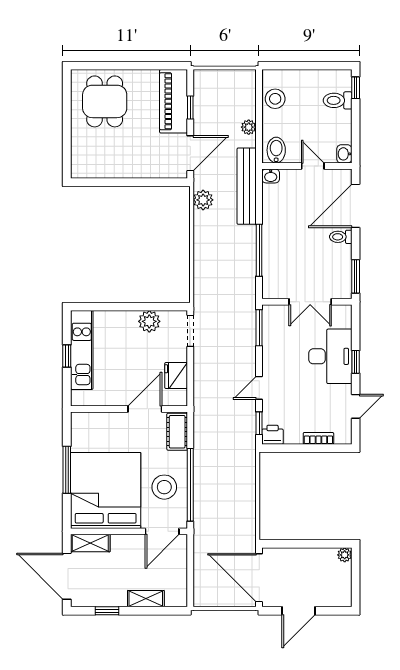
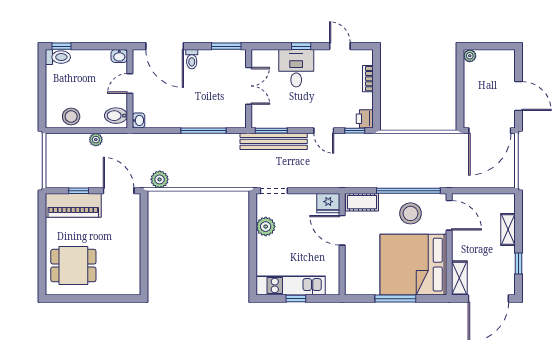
toilet: (338, 100) -> (58, 57), moved, turned -90
bench: (247, 186) -> (274, 141), moved
desk: (330, 356) -> (296, 68), width x0.73
fridge: (176, 376) -> (328, 203), moved

